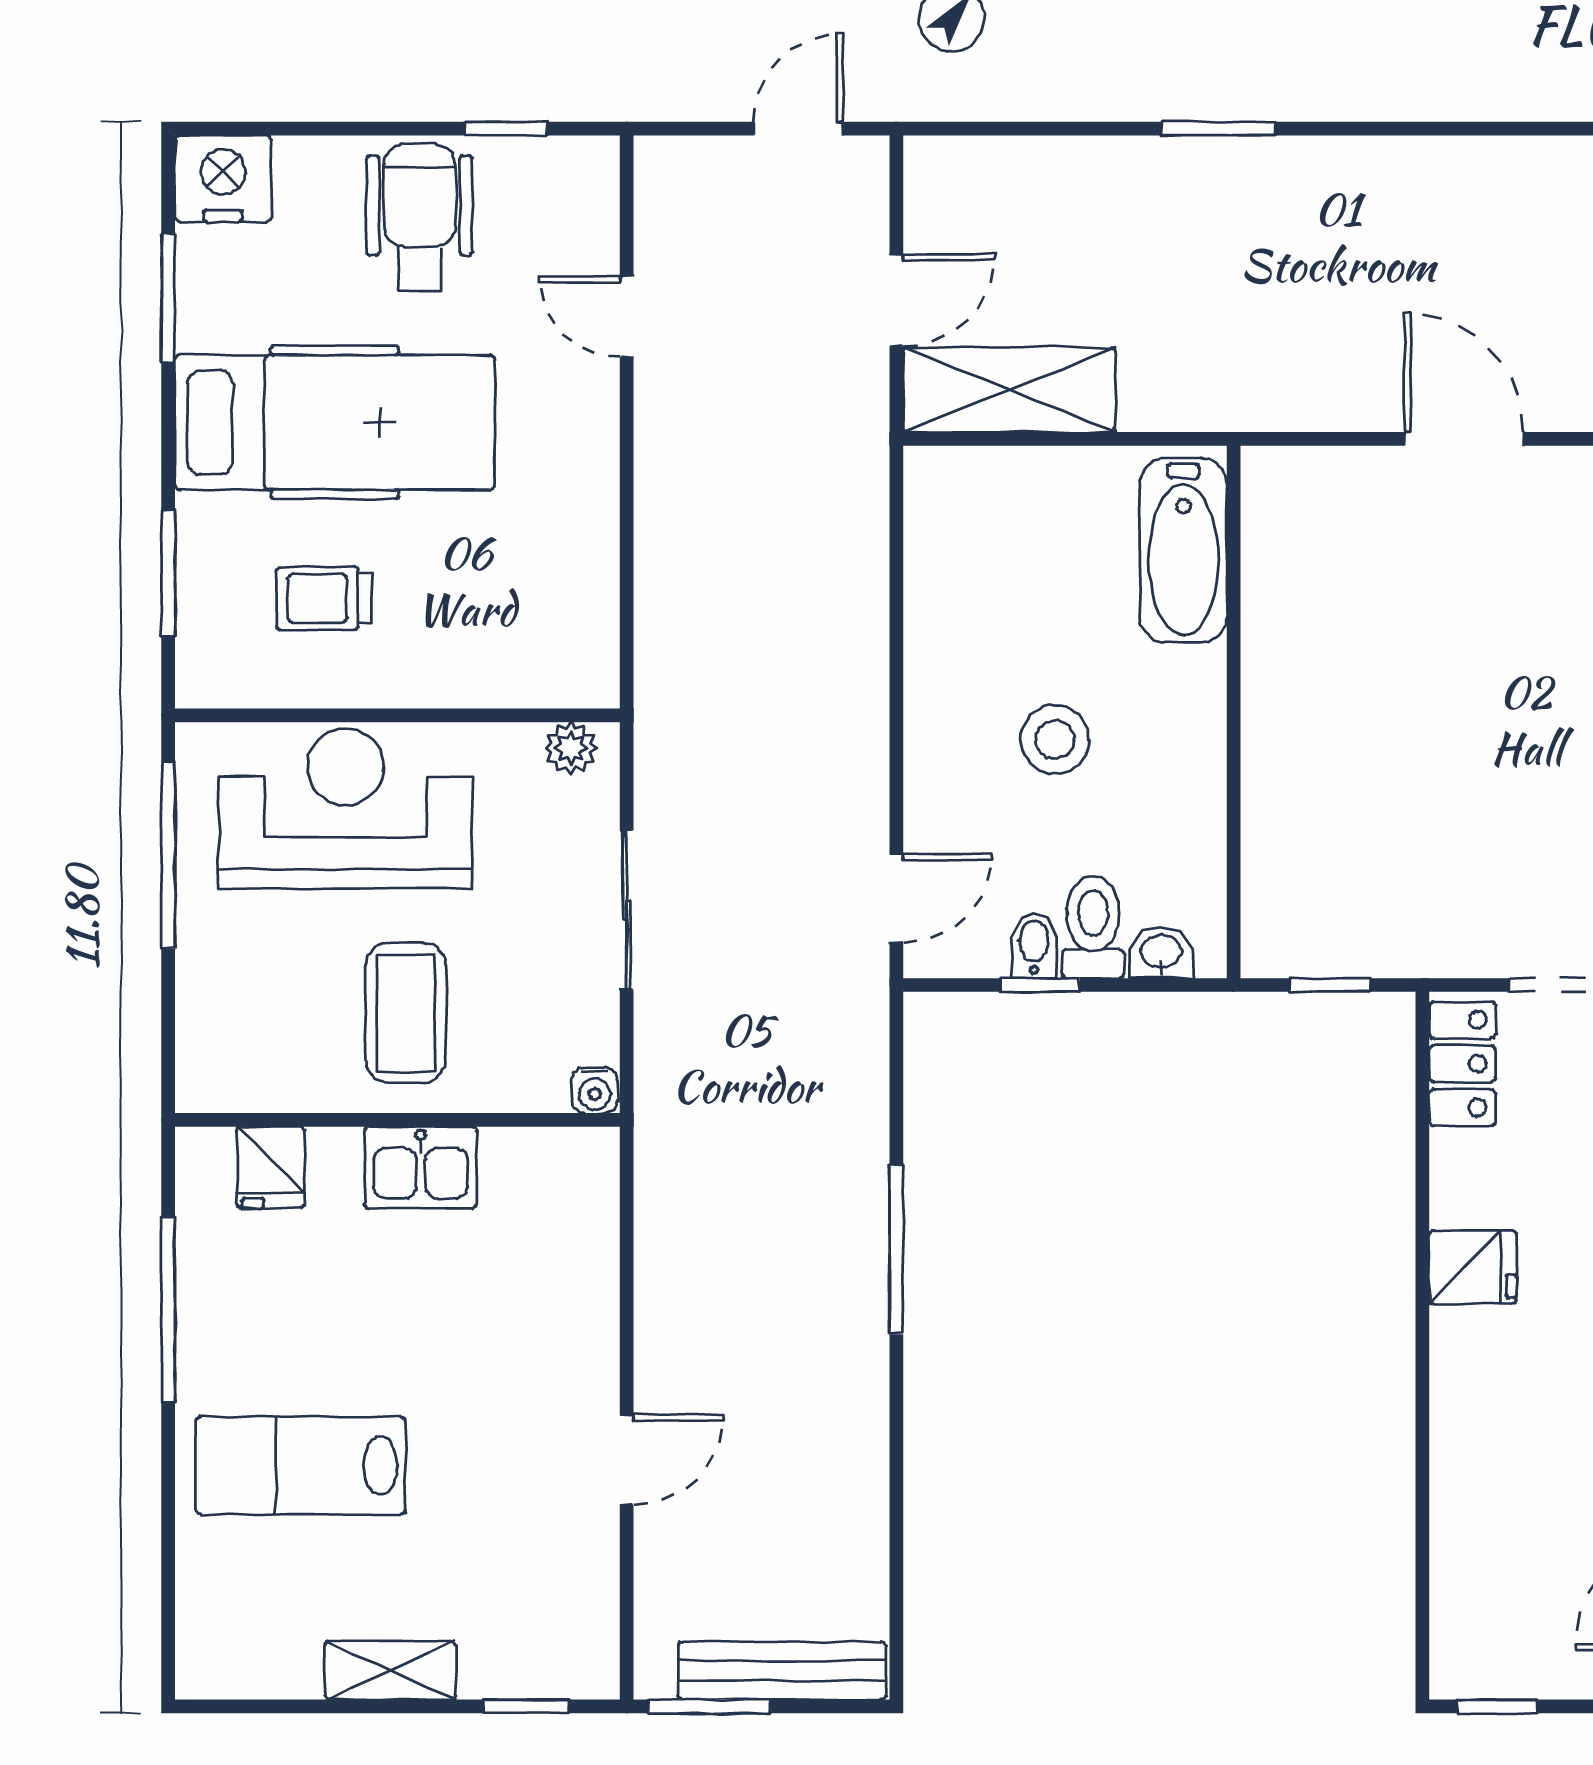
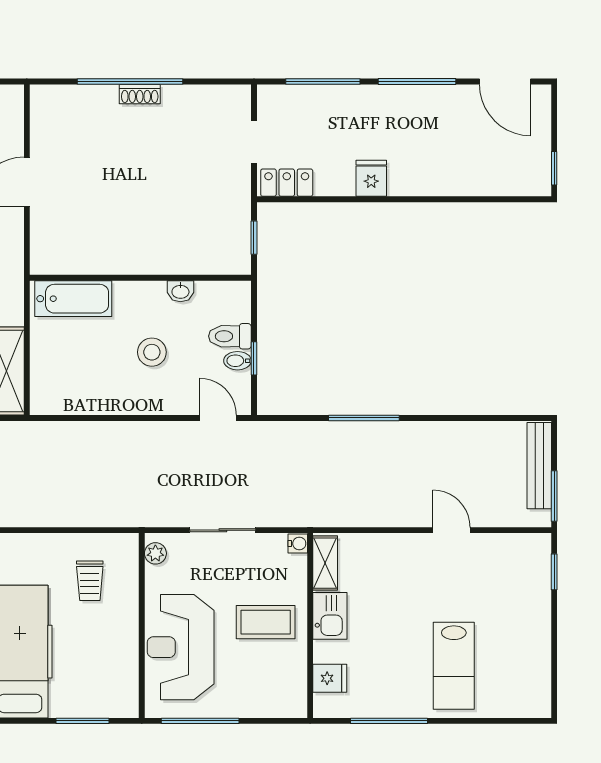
trolley: (324, 598) -> (90, 581), moved
washbasin: (1161, 953) -> (180, 291), moved, turned -90
shelving: (390, 1670) -> (325, 563), moved

